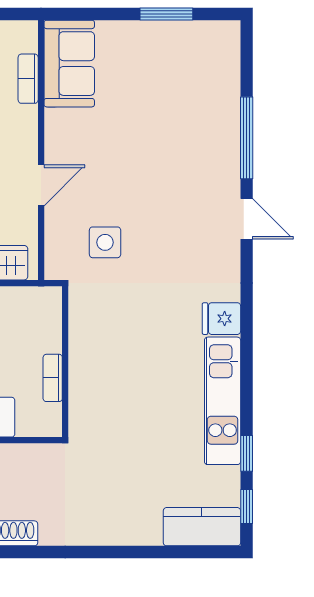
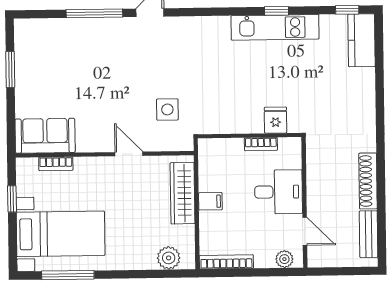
fridge: (221, 319) -> (276, 120), moved, turned 180
window: (247, 453) -> (276, 11), moved

